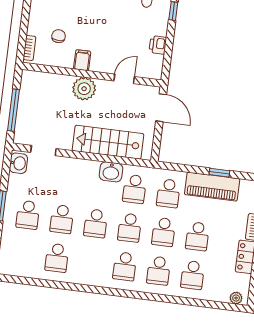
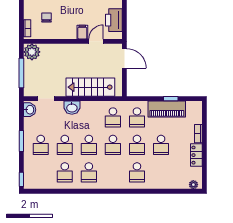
printer: (158, 45) -> (114, 20), width x1.87, depth x1.48
filing cabinet: (82, 60) -> (82, 32), moved
plant: (84, 89) -> (32, 52), moved
washbasin: (111, 172) -> (72, 108), moved
school desk: (125, 266) -> (89, 172), moved
school desk: (193, 275) -> (161, 172), removed

